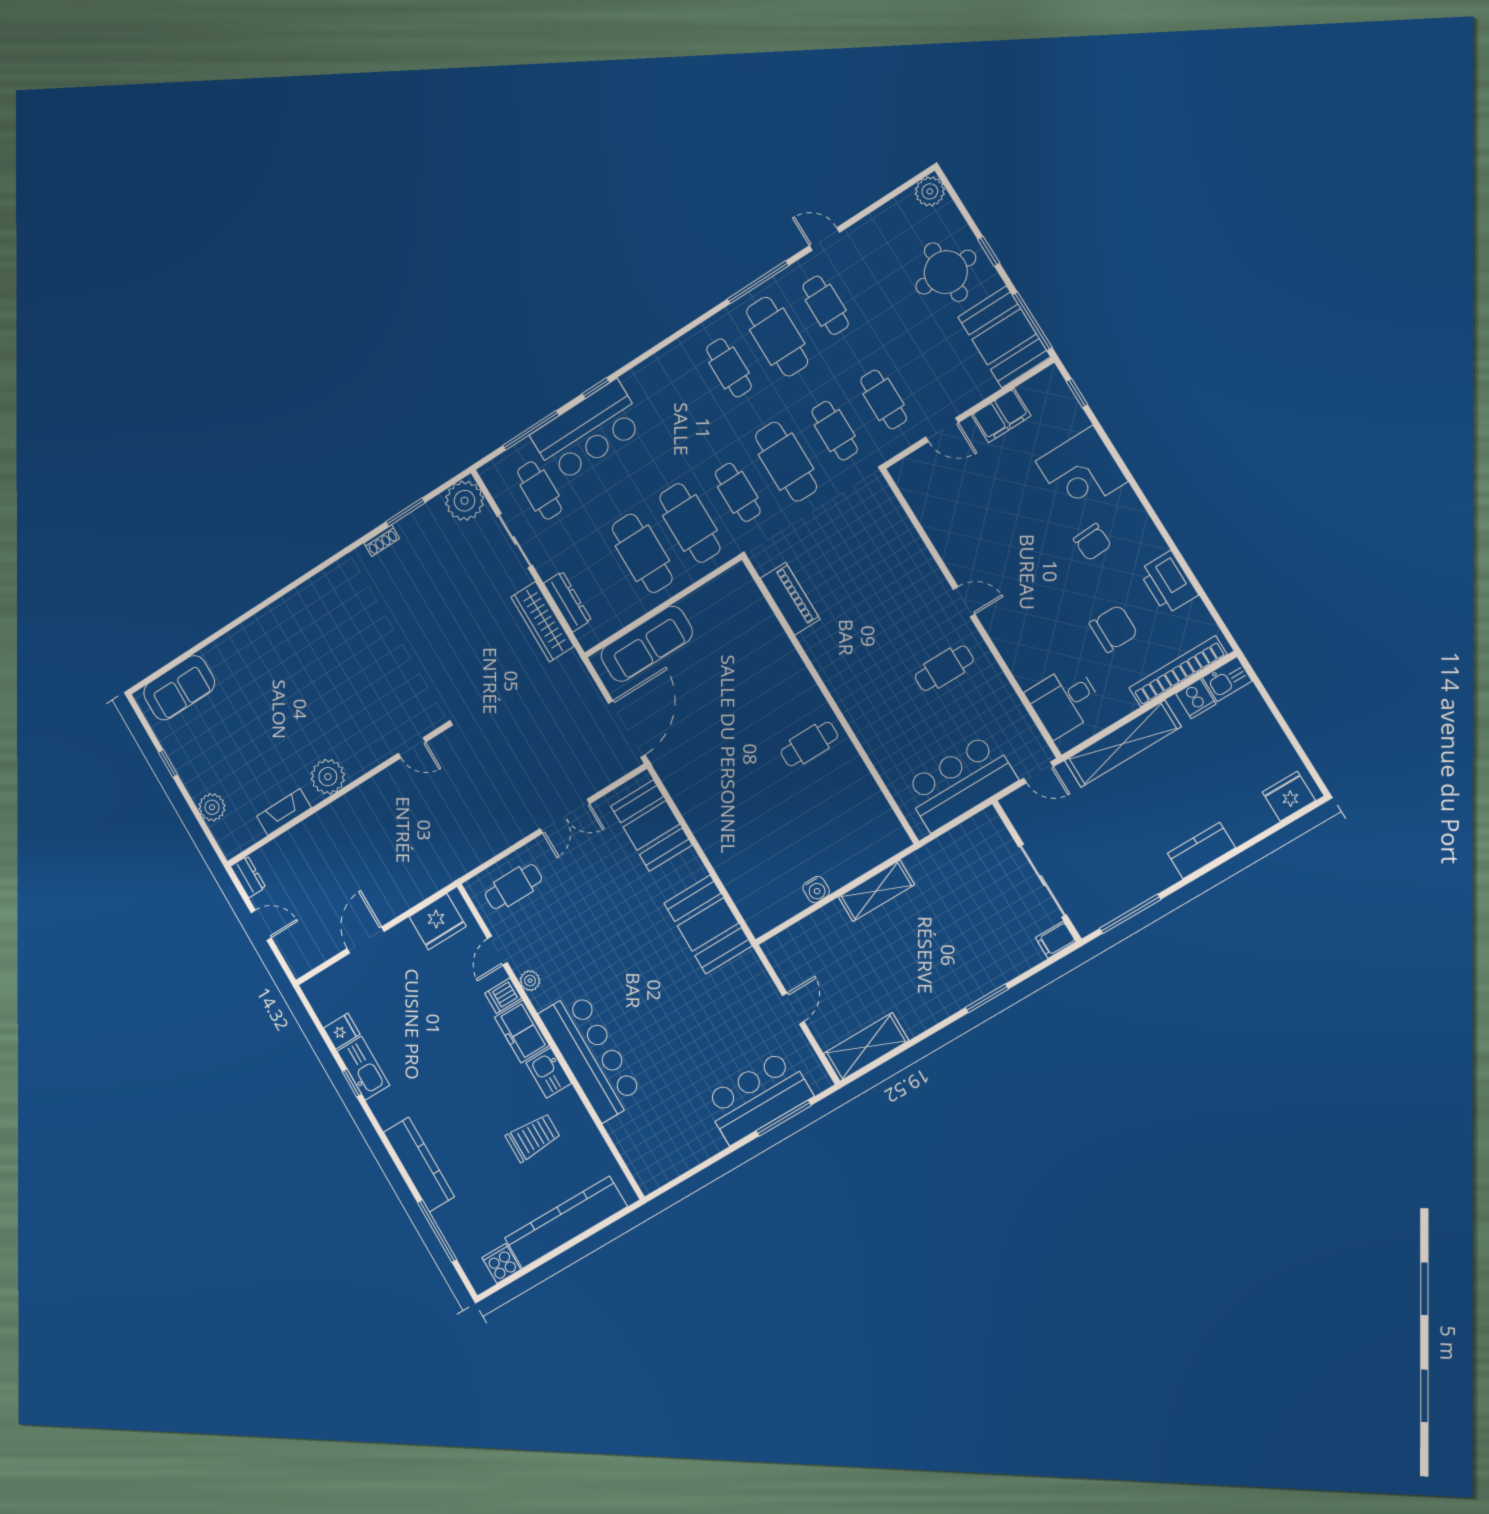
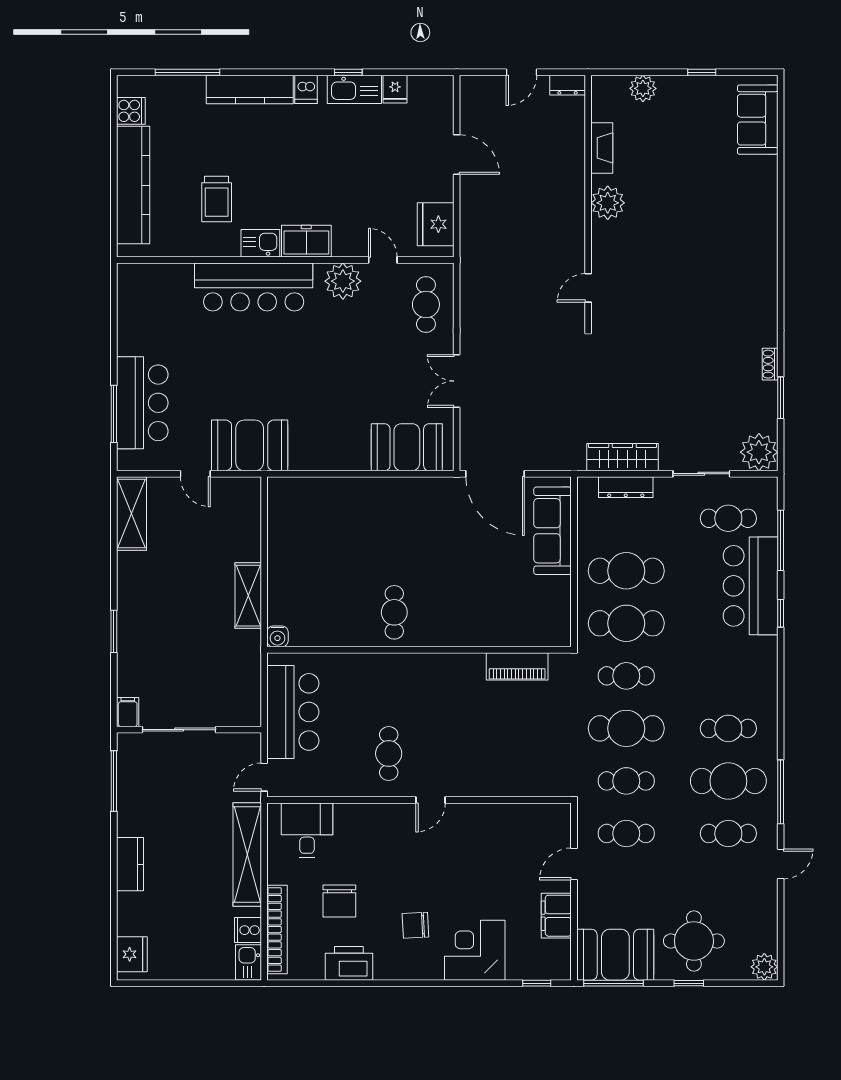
water cooler: (816, 890) -> (277, 636), moved, turned -90
booth: (708, 925) -> (250, 445), moved
plant: (530, 981) -> (343, 281), width x1.87, depth x1.87
dishwasher: (503, 996) -> (306, 89), moved, turned 180

